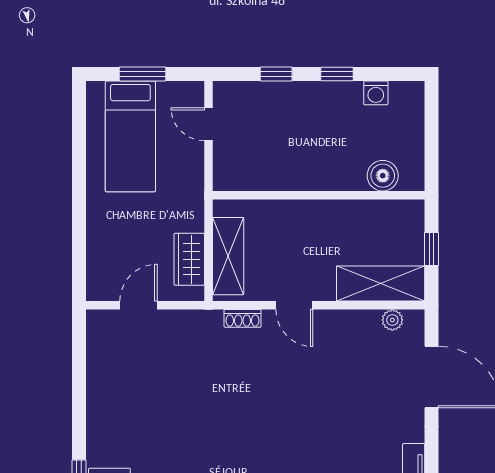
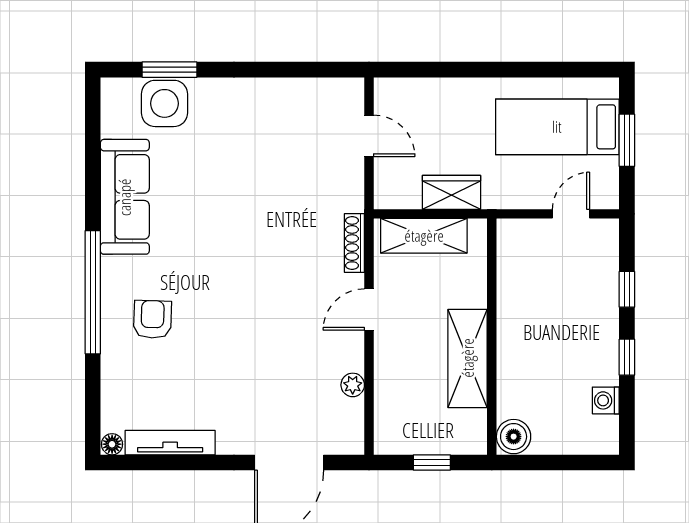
boiler: (383, 176) -> (514, 437), moved
wardrobe: (189, 259) -> (451, 192), moved
shelving: (381, 284) -> (468, 358), moved
shoe rack: (242, 318) -> (354, 243), width x1.43
plant: (392, 320) -> (353, 385), moved

